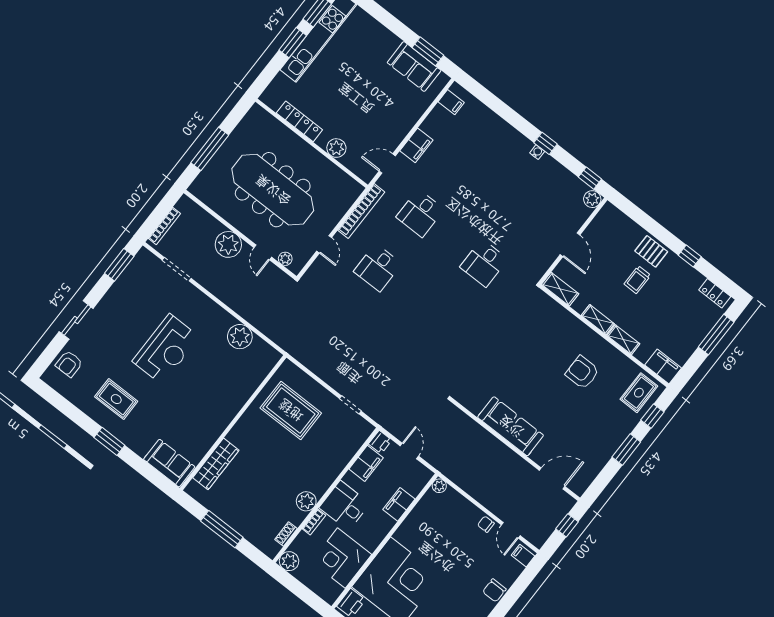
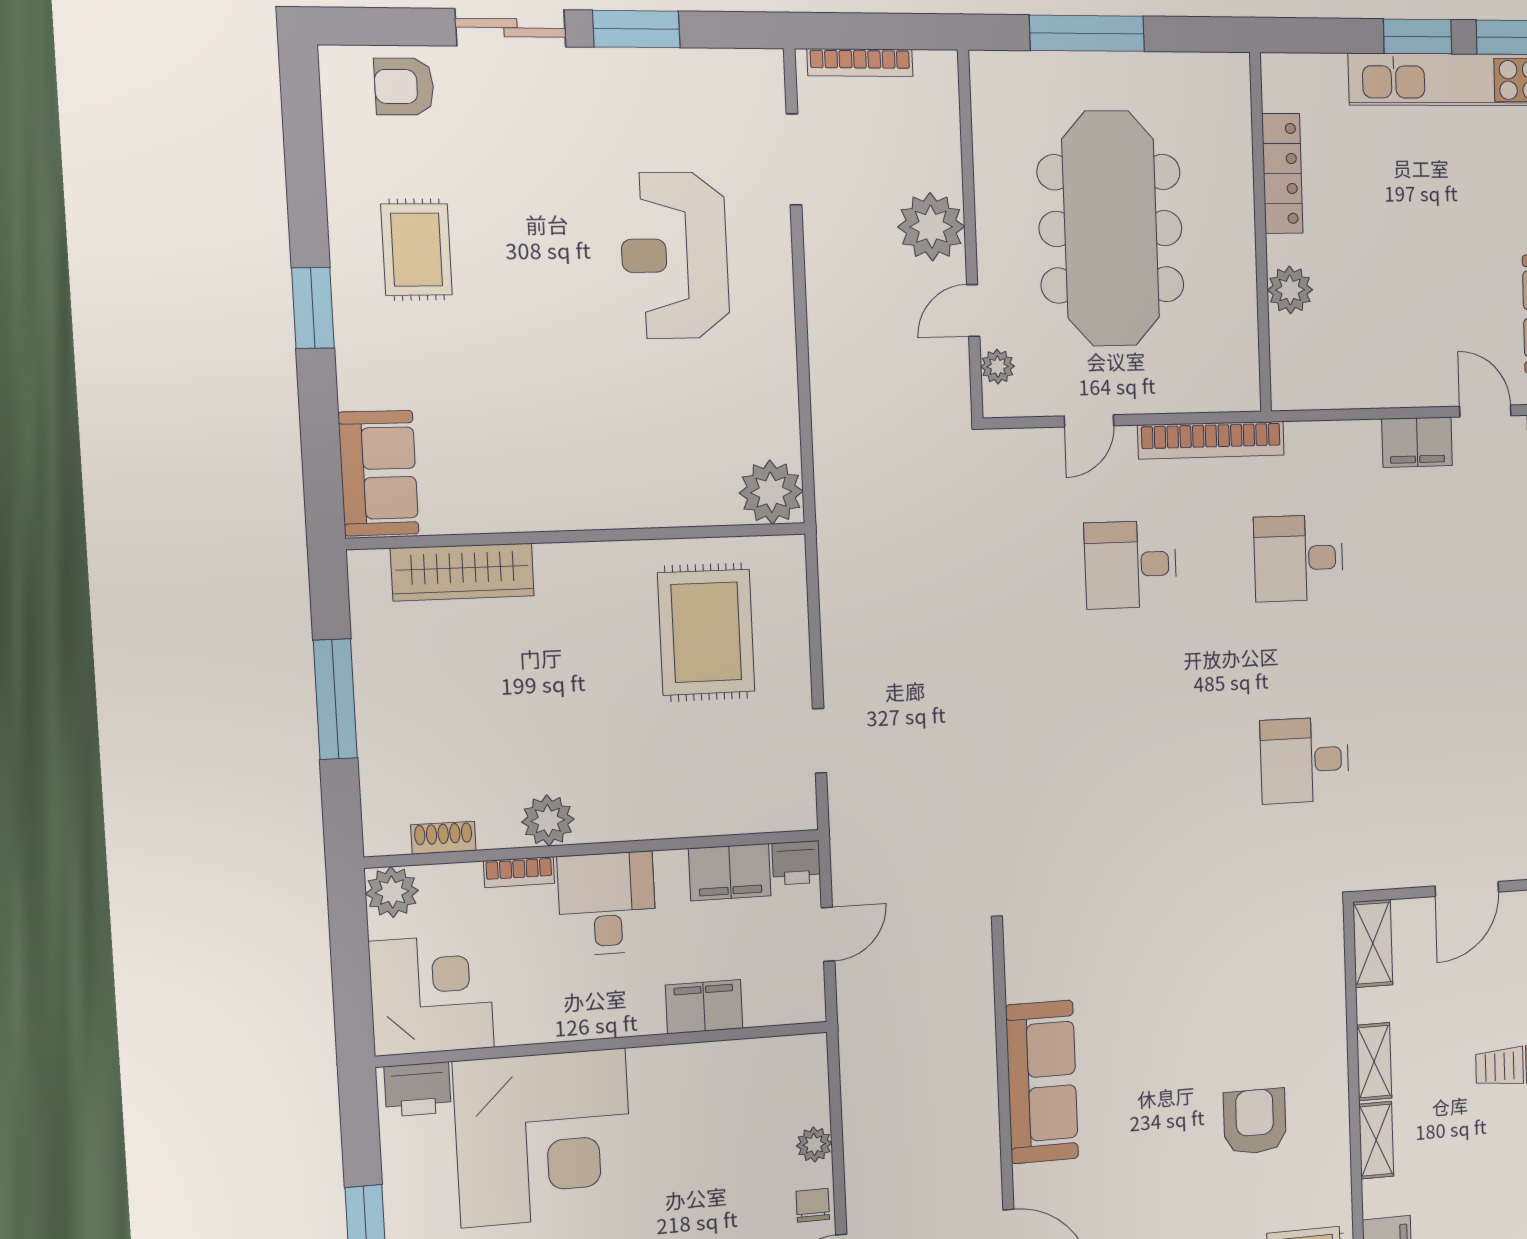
door: (387, 163) -> (1485, 411), moved
window: (119, 265) -> (636, 29), moved
plant: (240, 337) -> (771, 492), moved
reception desk: (166, 349) -> (675, 255), moved, turned 90
plant: (439, 486) -> (814, 1144), moved
corner desk: (341, 558) -> (431, 995), moved, turned 90

